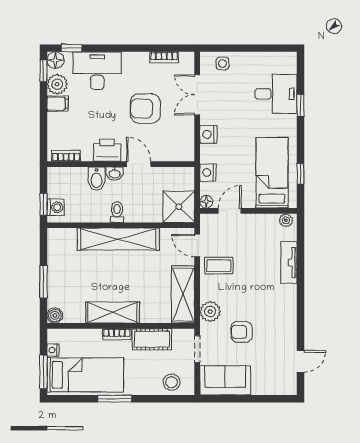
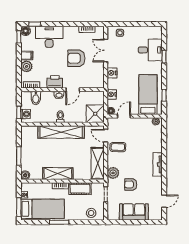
plant: (57, 84) -> (27, 66), moved
door: (139, 164) -> (73, 90), swing flipped
bidet: (97, 179) -> (36, 98), moved
tv unit: (289, 263) -> (158, 164), moved
sofa: (225, 380) -> (134, 212), moved

